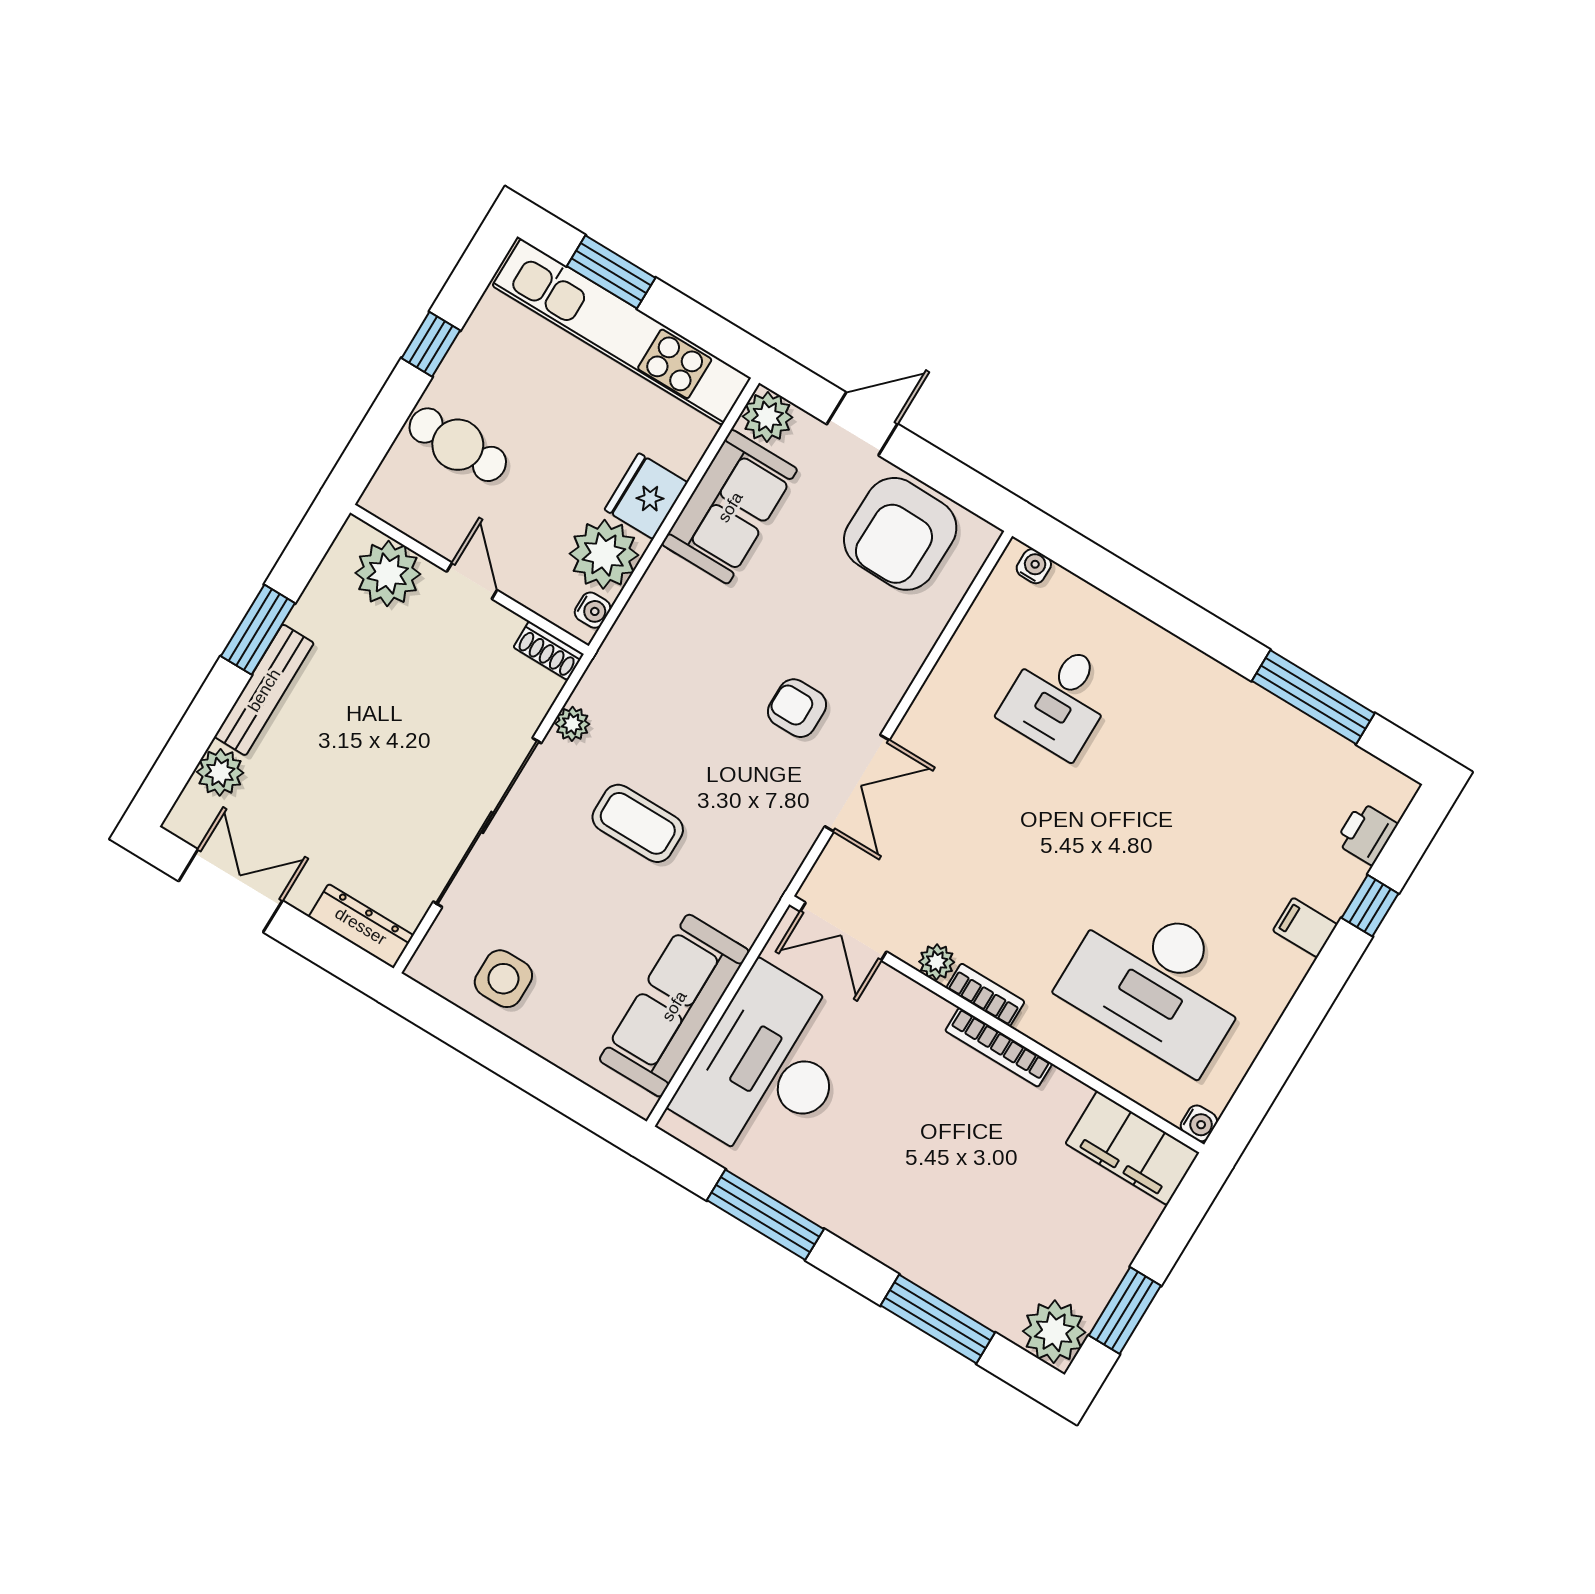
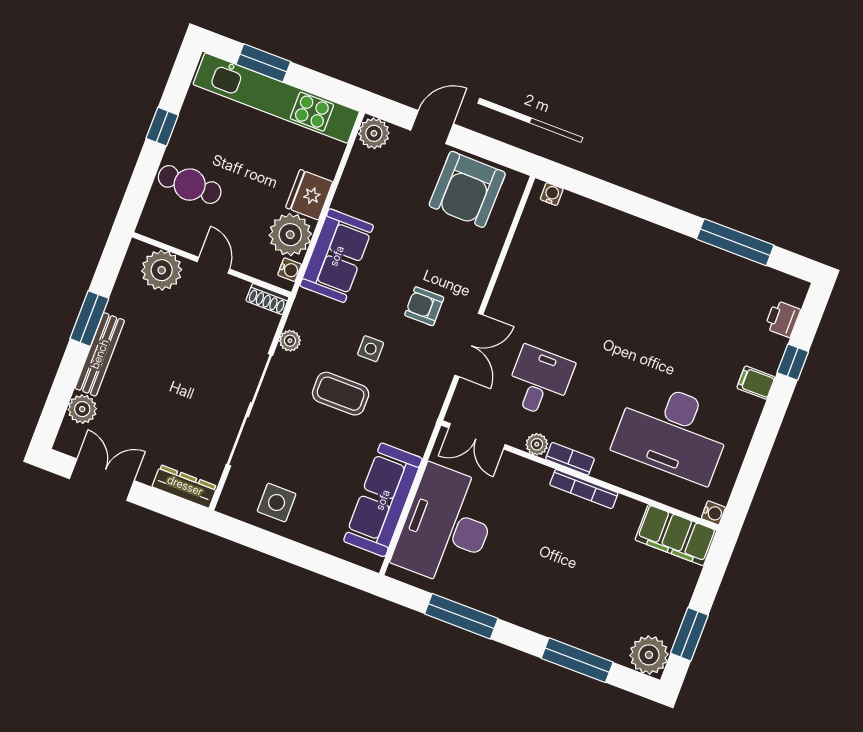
sofa: (730, 507) -> (337, 256), moved
desk: (1059, 698) -> (539, 381), moved, turned 180
side table: (699, 760) -> (371, 349), added

